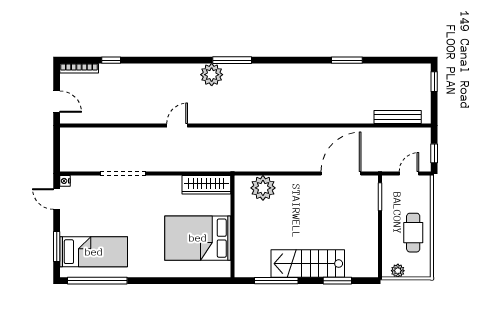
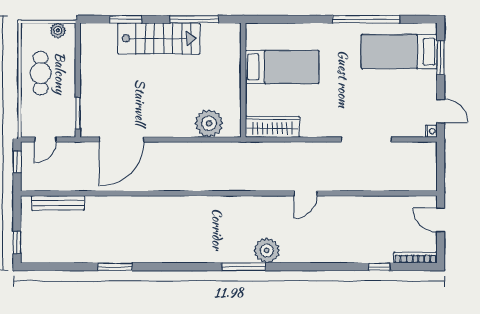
bed: (198, 238) -> (282, 67), width x0.67
window: (97, 281) -> (366, 19), moved

